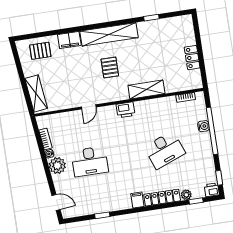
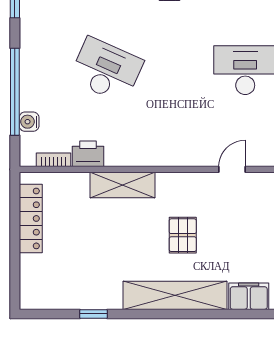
locker: (192, 58) -> (31, 218), width x1.53
printer: (126, 110) -> (88, 154), moved
water cooler: (203, 126) -> (29, 122), moved
desk: (165, 150) -> (106, 70), turned 45

